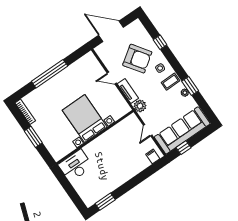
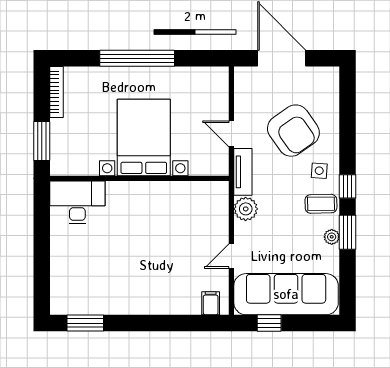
window: (160, 42) -> (347, 186), moved
bed with nightstands: (85, 119) -> (144, 138), moved
wall: (95, 137) -> (139, 178), moved
desk: (75, 166) -> (77, 202), moved

